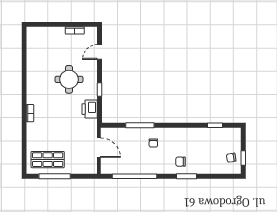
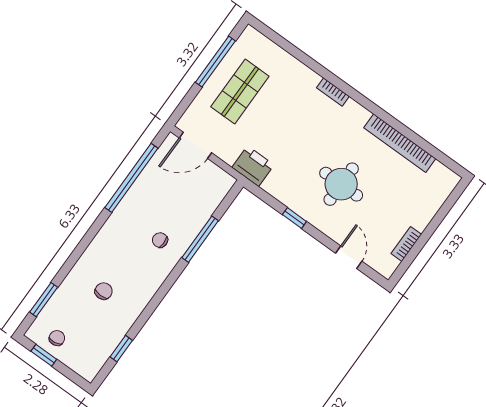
bookcase: (31, 66) -> (400, 143), added
printer: (90, 109) -> (253, 166), moved
door: (99, 148) -> (195, 145), moved
shop shelf: (48, 160) -> (240, 92), moved
chair: (181, 162) -> (104, 291), moved
window: (187, 176) -> (44, 300), moved

